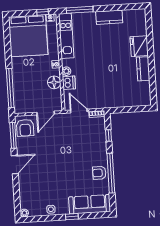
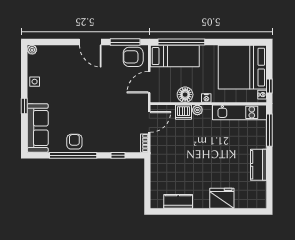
kitchen counter: (143, 69) -> (178, 201), moved
bed: (22, 93) -> (175, 56), added
door: (46, 113) -> (149, 82), hinge flipped

